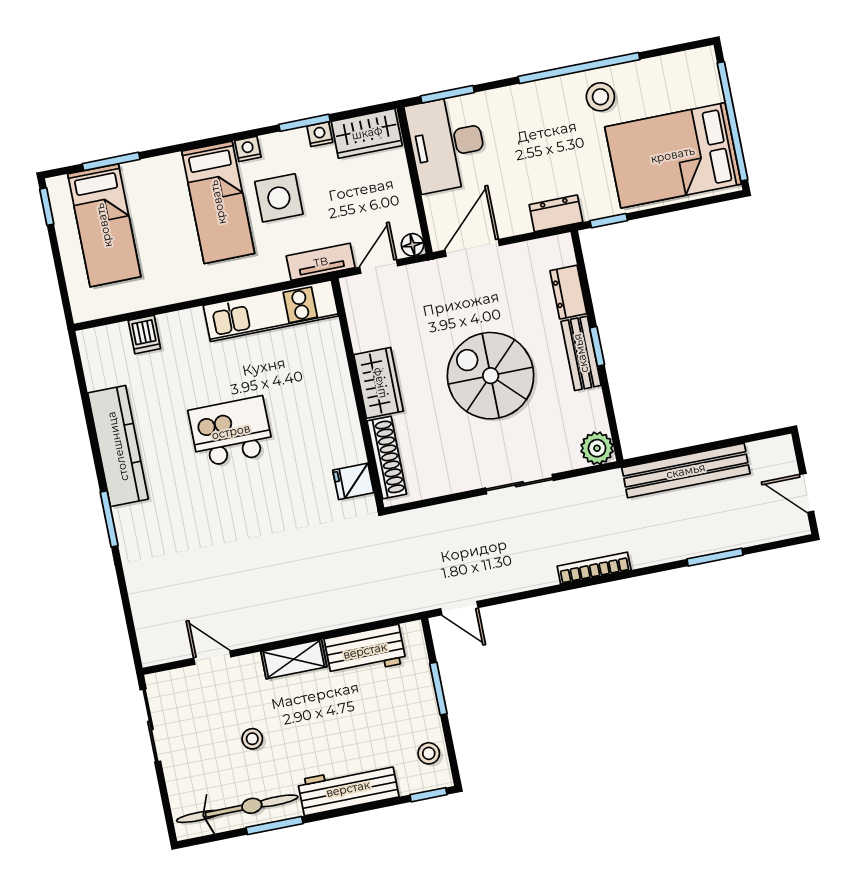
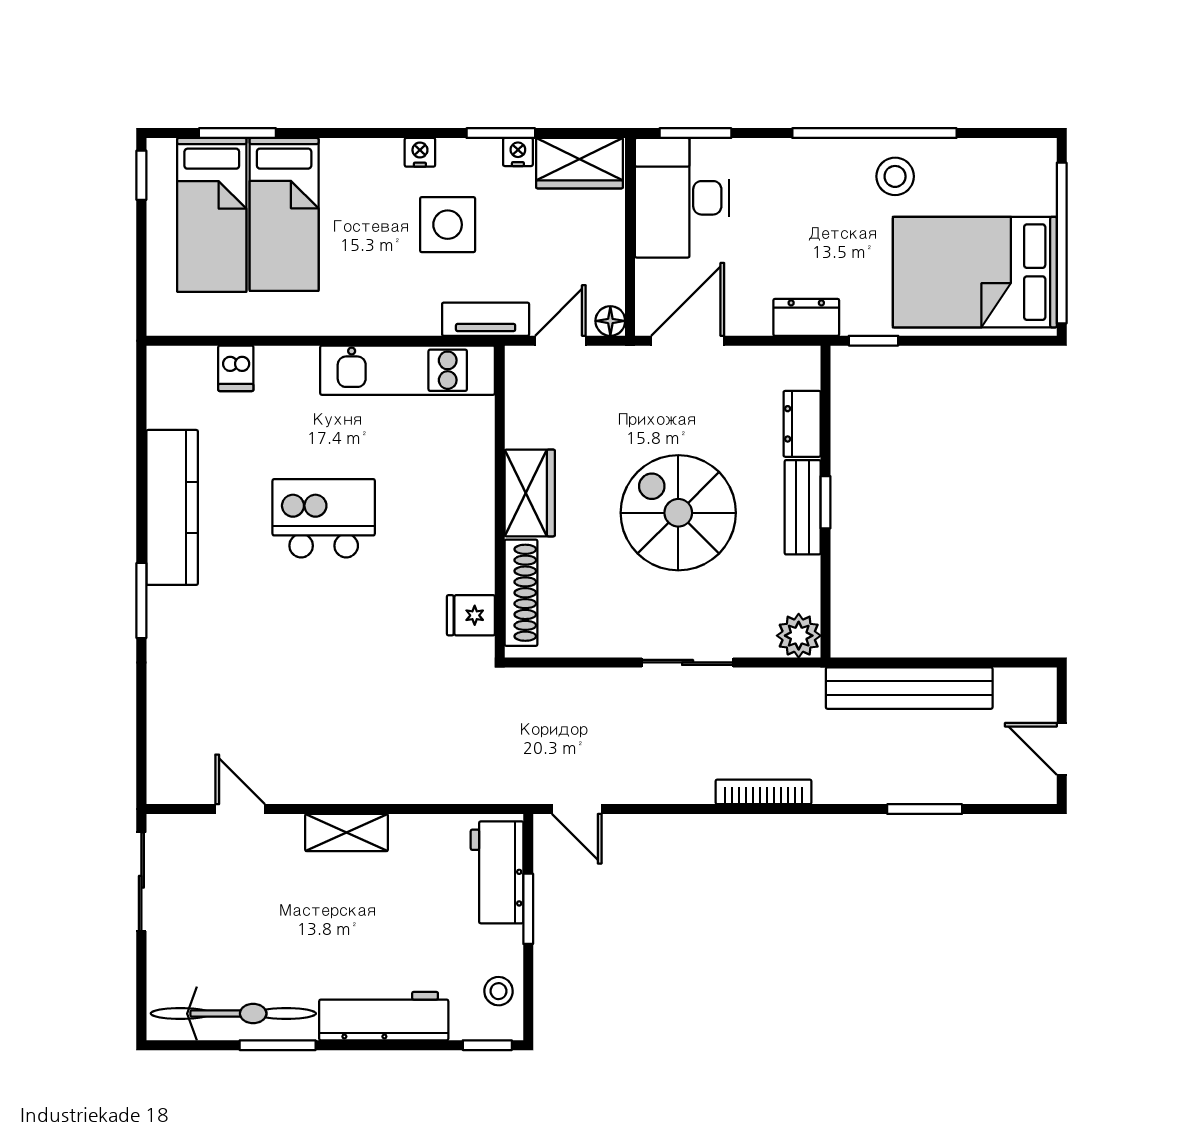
bed: (218, 202) -> (284, 214), moved
workbench: (365, 651) -> (497, 872), moved, turned 90
stool: (252, 739) -> (271, 926), removed

